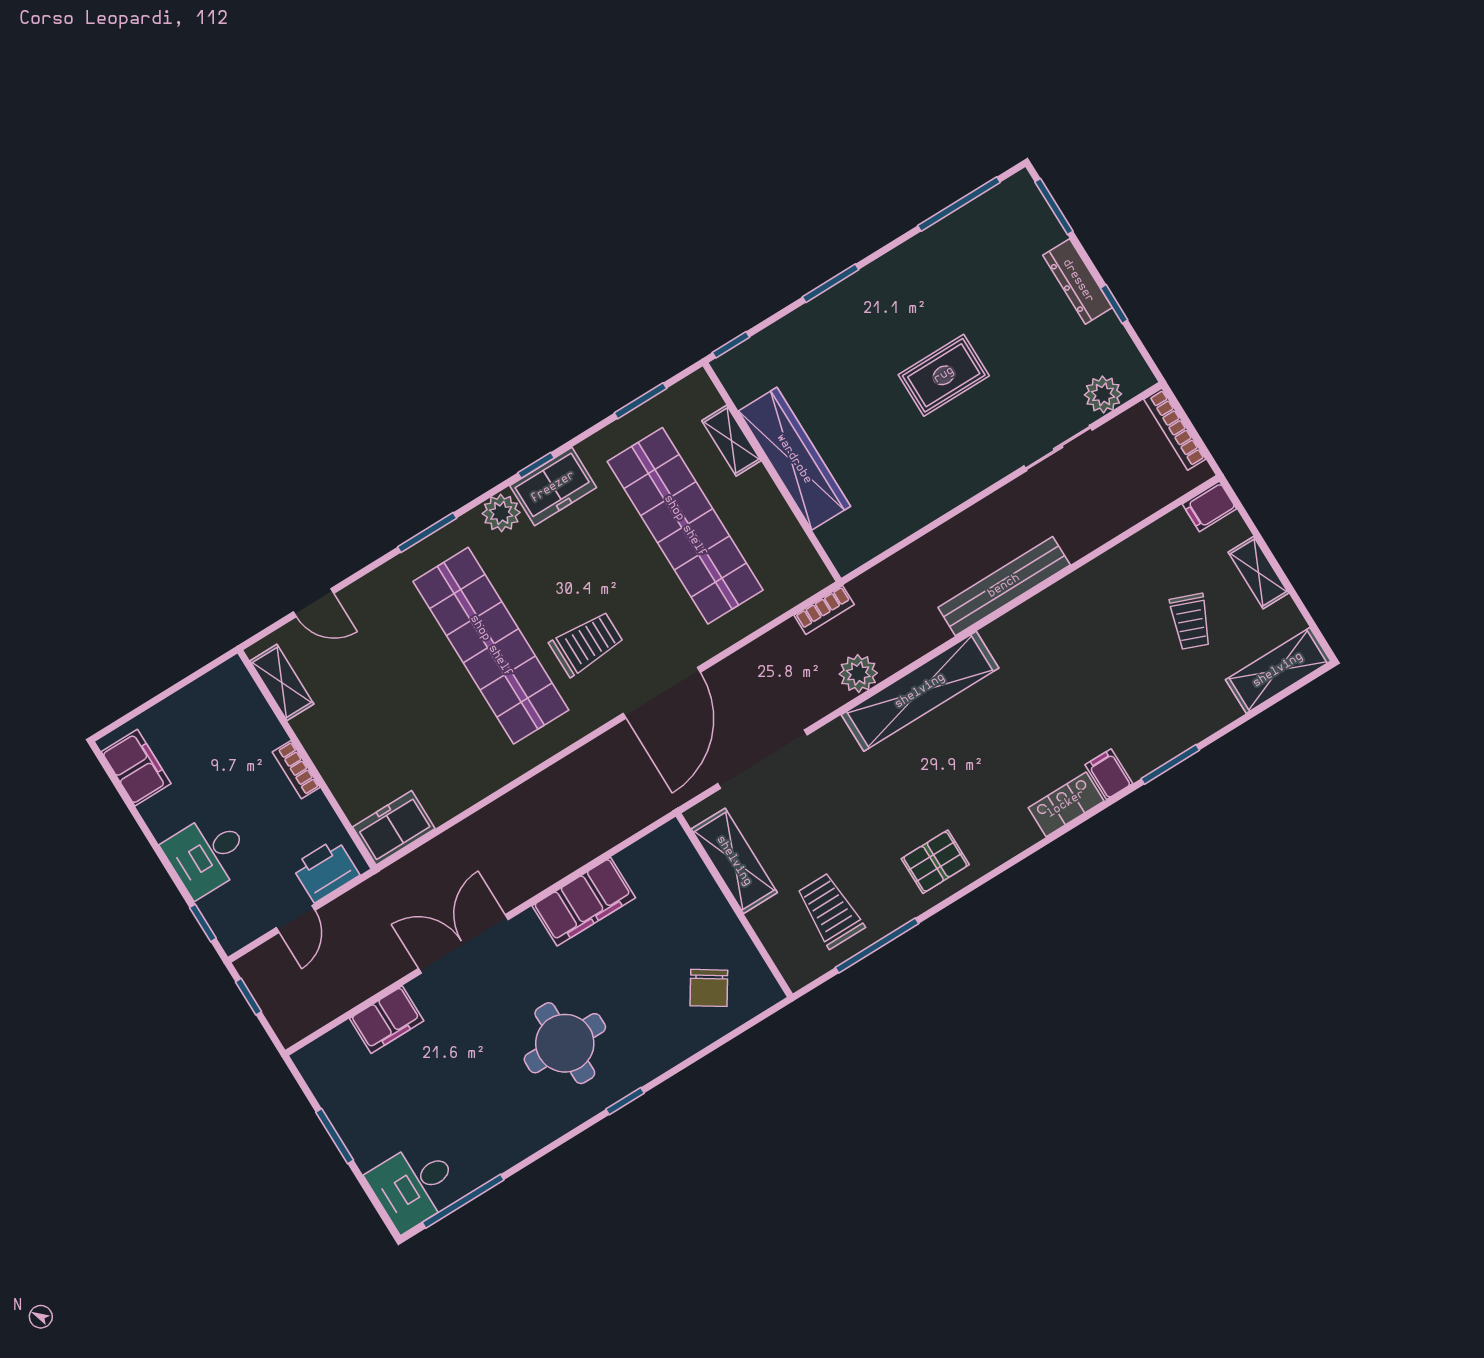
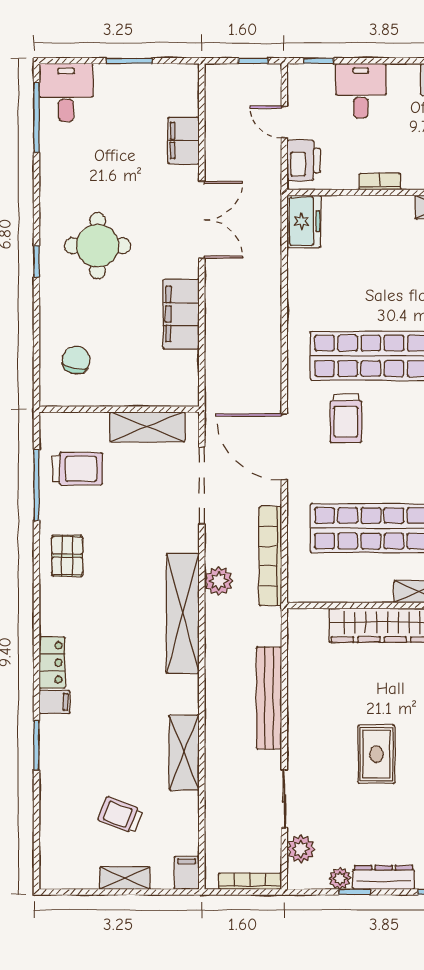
plant: (1109, 330) -> (340, 878), added
bench: (1004, 586) -> (269, 698), moved
bookcase: (824, 610) -> (270, 556), width x2.31, depth x1.31
shelving: (1278, 670) -> (184, 753), moved
chair: (709, 988) -> (76, 360), turned 67

